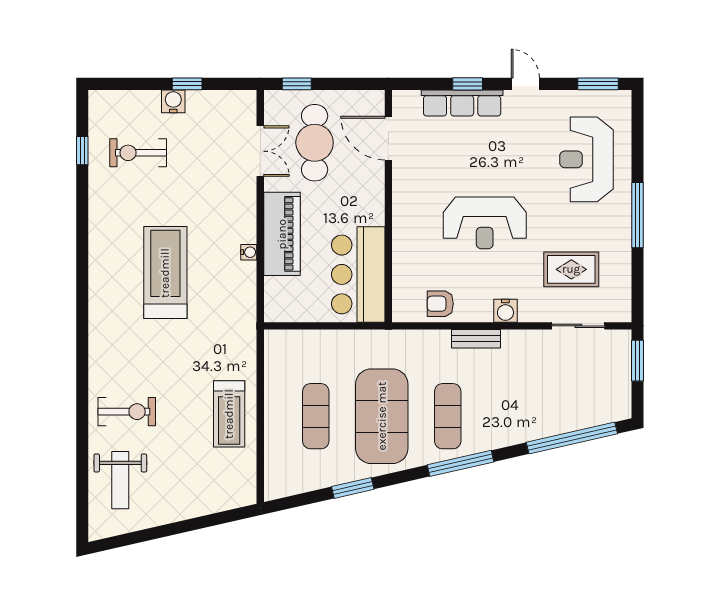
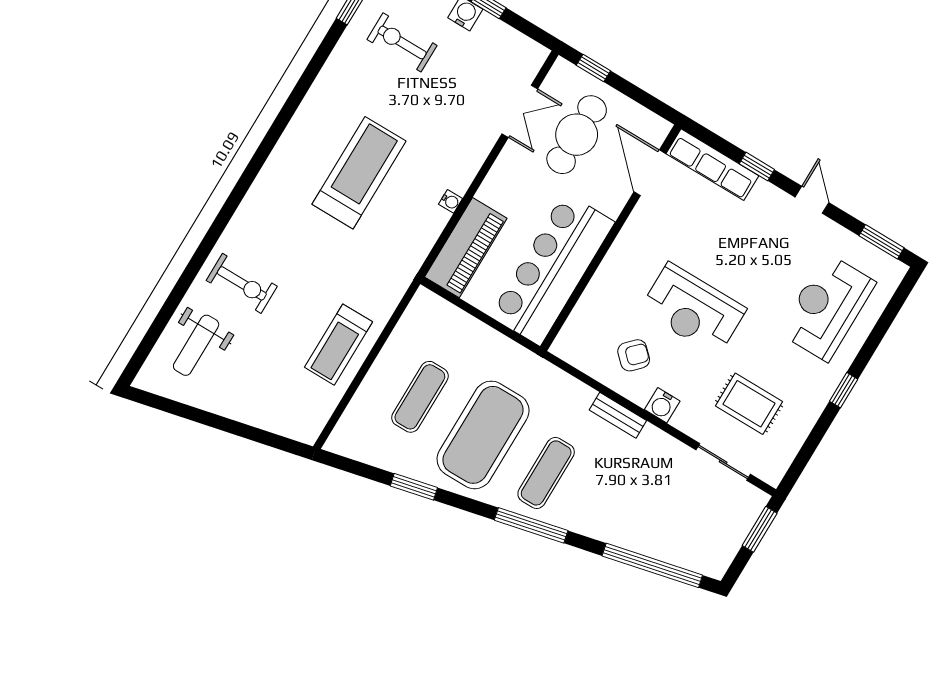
row of seats: (462, 103) -> (712, 165), moved
window: (638, 215) -> (844, 390), width x0.46
piano: (282, 234) -> (466, 248), moved
bar counter: (358, 274) -> (552, 269), width x1.36
armchair: (440, 304) -> (634, 355), moved, turned 134

